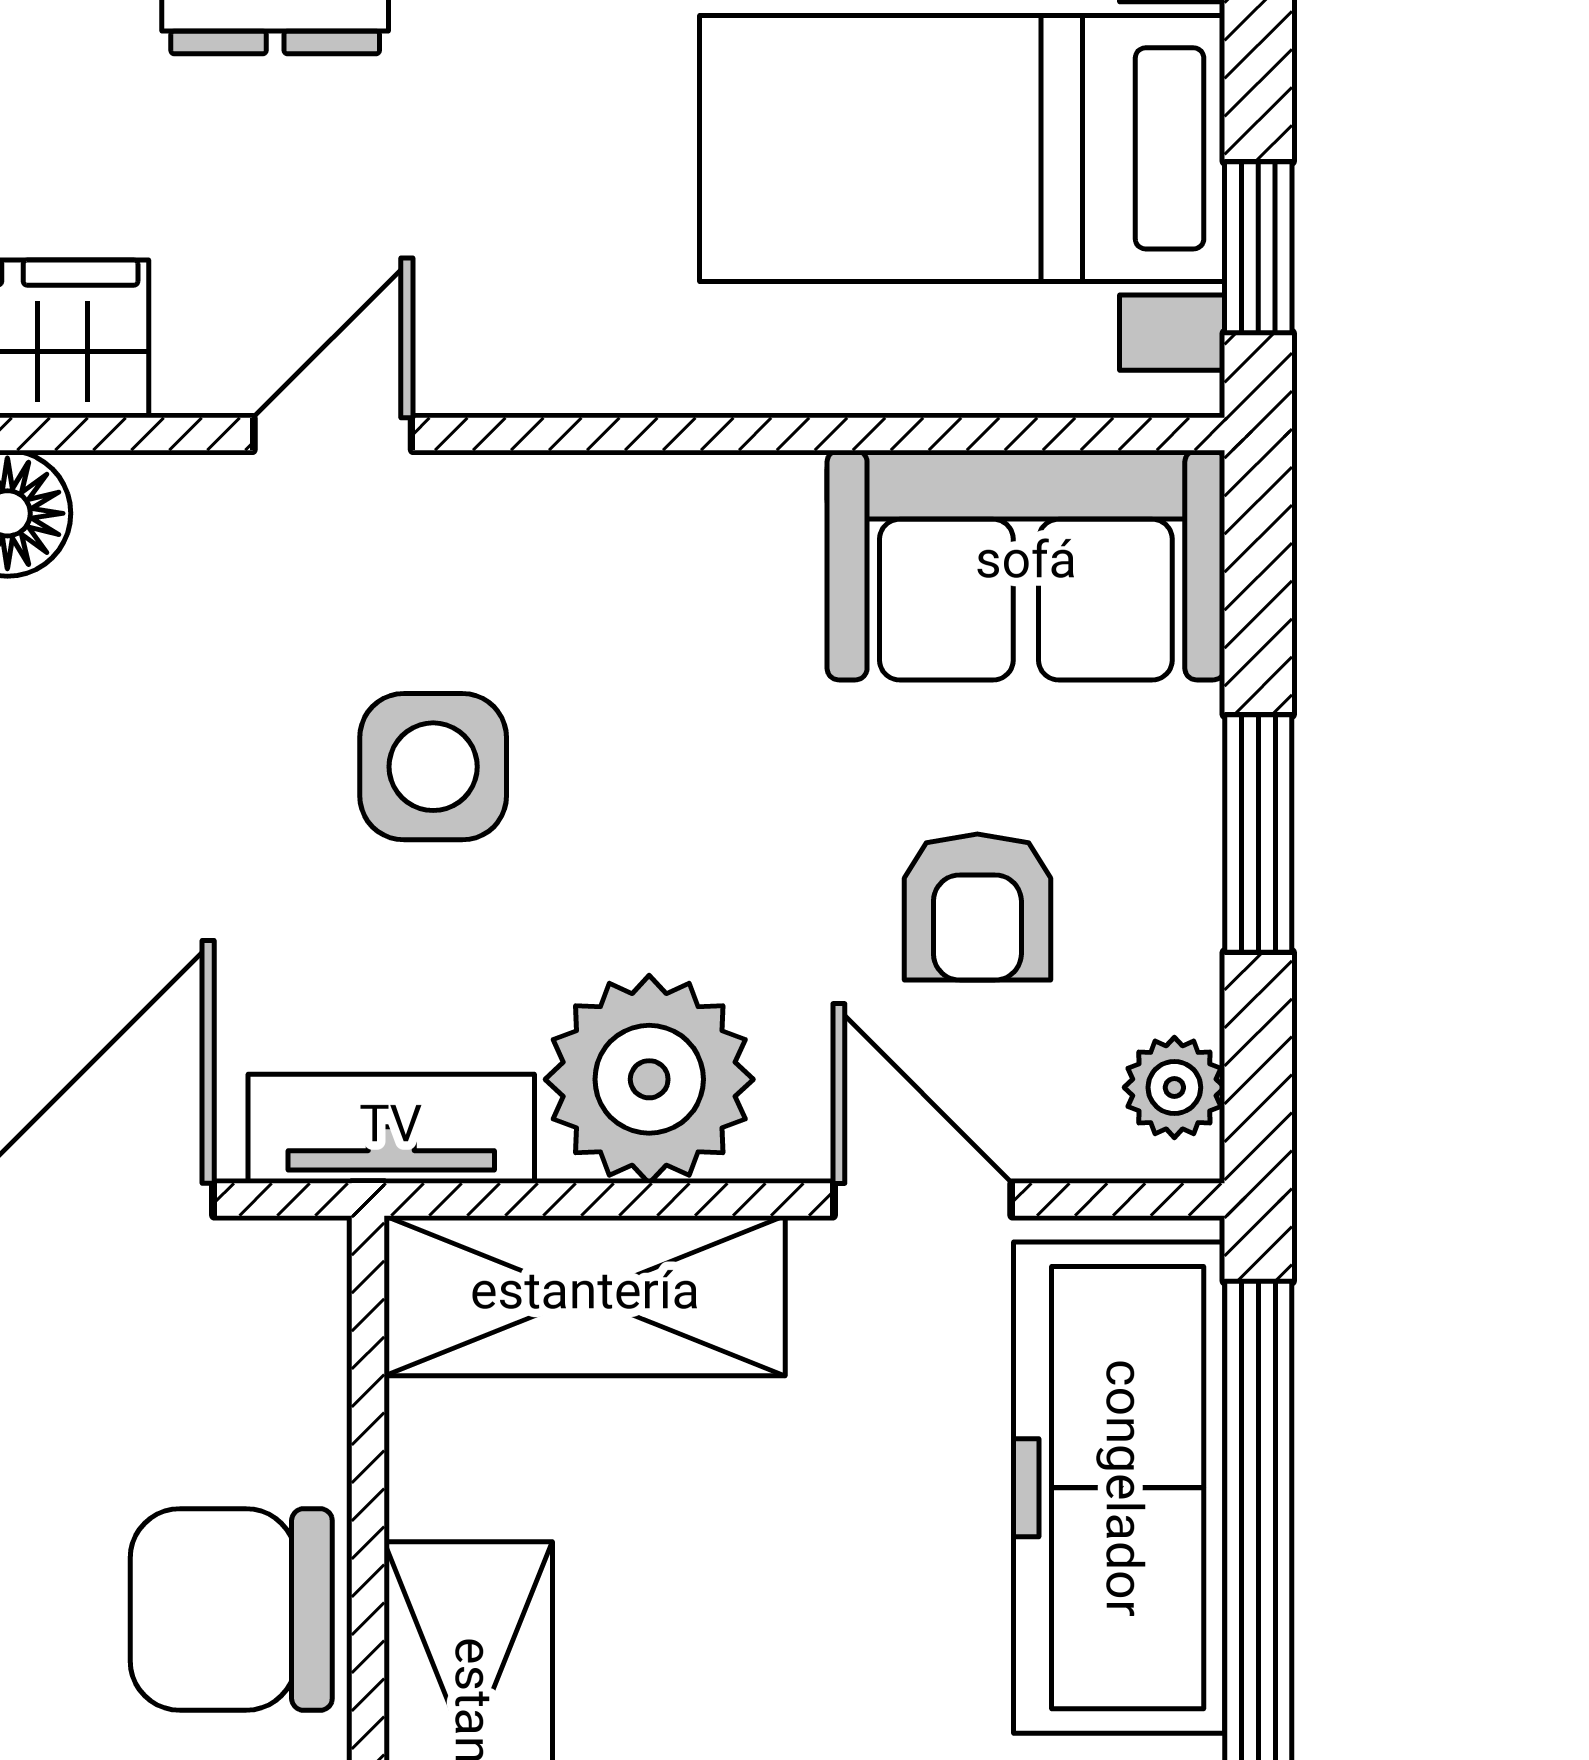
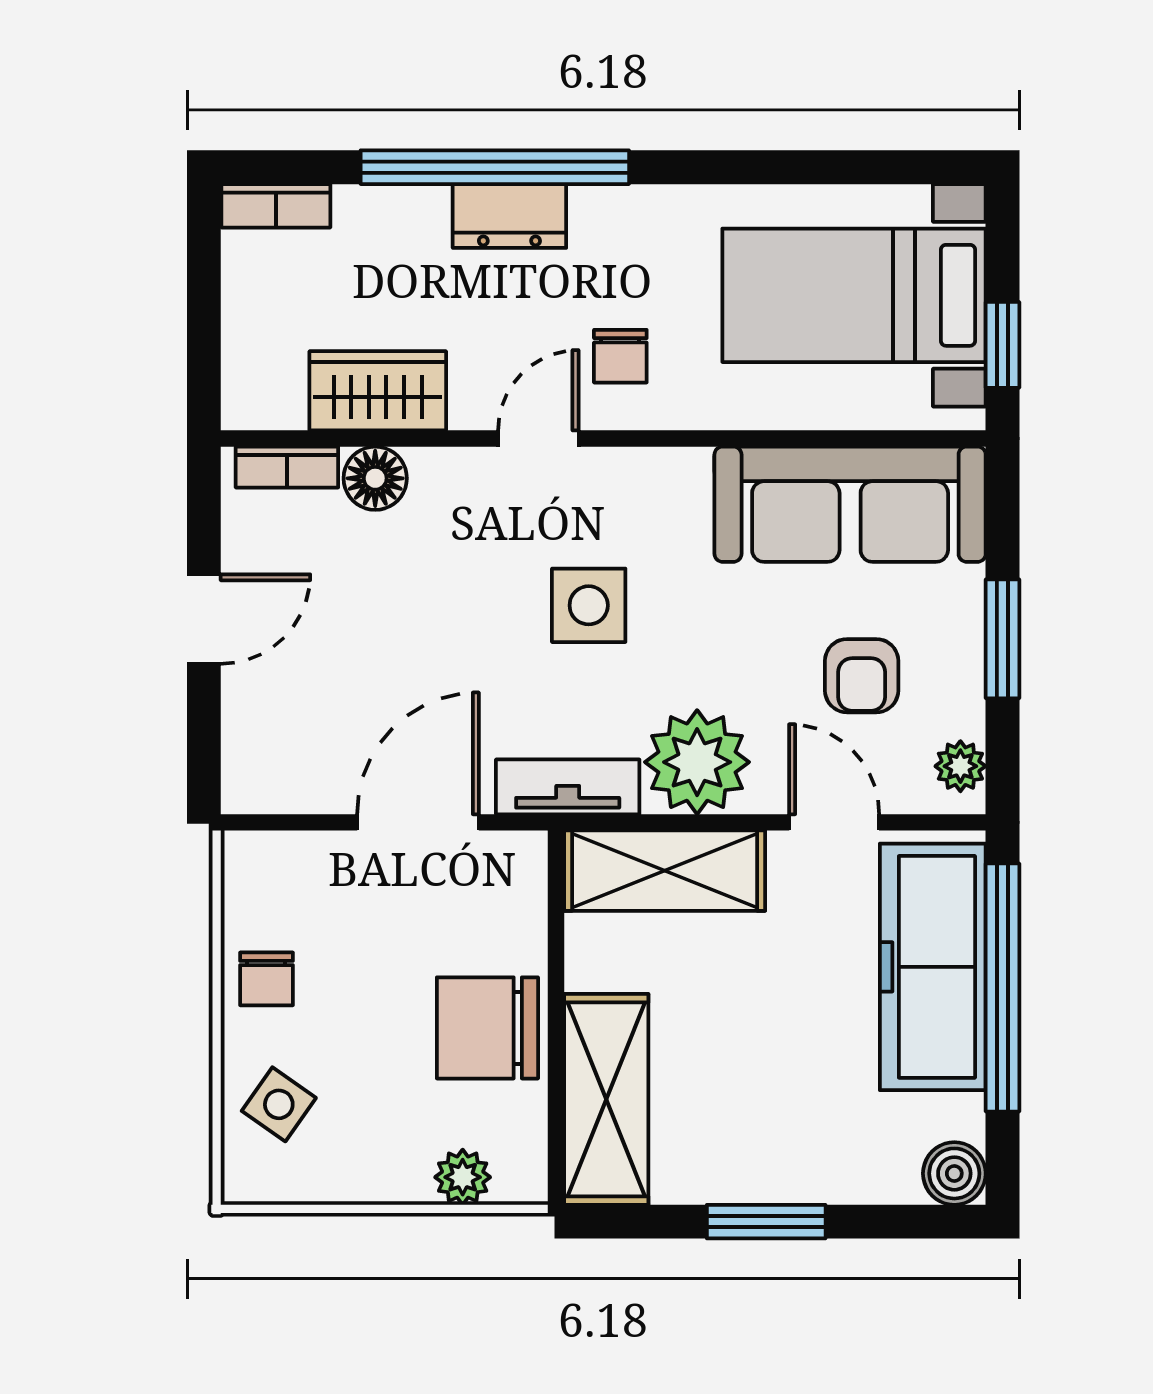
chair: (496, 270) -> (620, 356), added
sofa: (1026, 565) -> (850, 504), width x1.36

